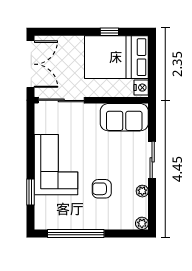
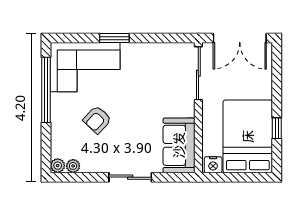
corner sofa: (56, 165) -> (85, 67), moved
armchair: (102, 189) -> (97, 120), turned -137
plant: (142, 191) -> (73, 166), moved
window: (30, 192) -> (114, 38), moved

